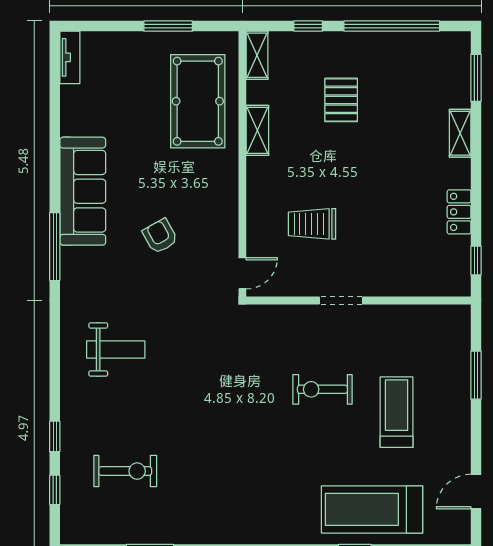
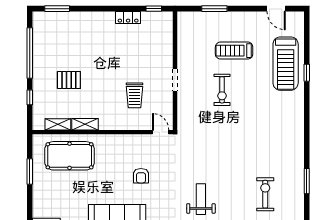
shelving: (257, 55) -> (58, 124), moved
shelving: (460, 133) -> (86, 17), removed
armchair: (160, 236) -> (141, 176), turned -61

